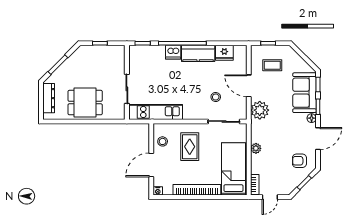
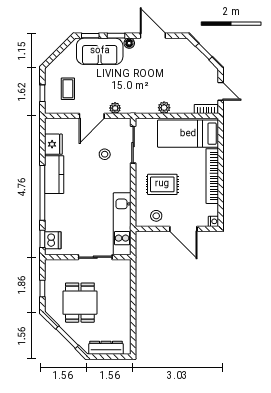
dishwasher: (173, 52) -> (53, 240), moved
dining table: (85, 103) -> (80, 303), moved
plant: (260, 110) -> (115, 108), width x0.53, depth x0.53
armchair: (299, 161) -> (179, 57), removed

